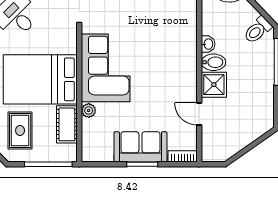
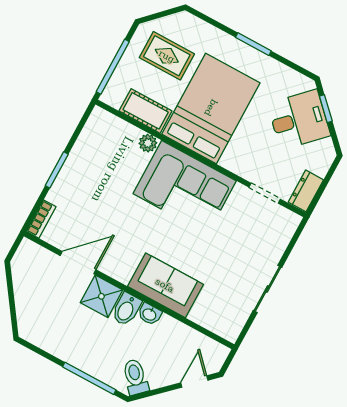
door: (199, 114) -> (78, 263), width x1.37
sofa: (140, 147) -> (165, 285), moved, turned -90

